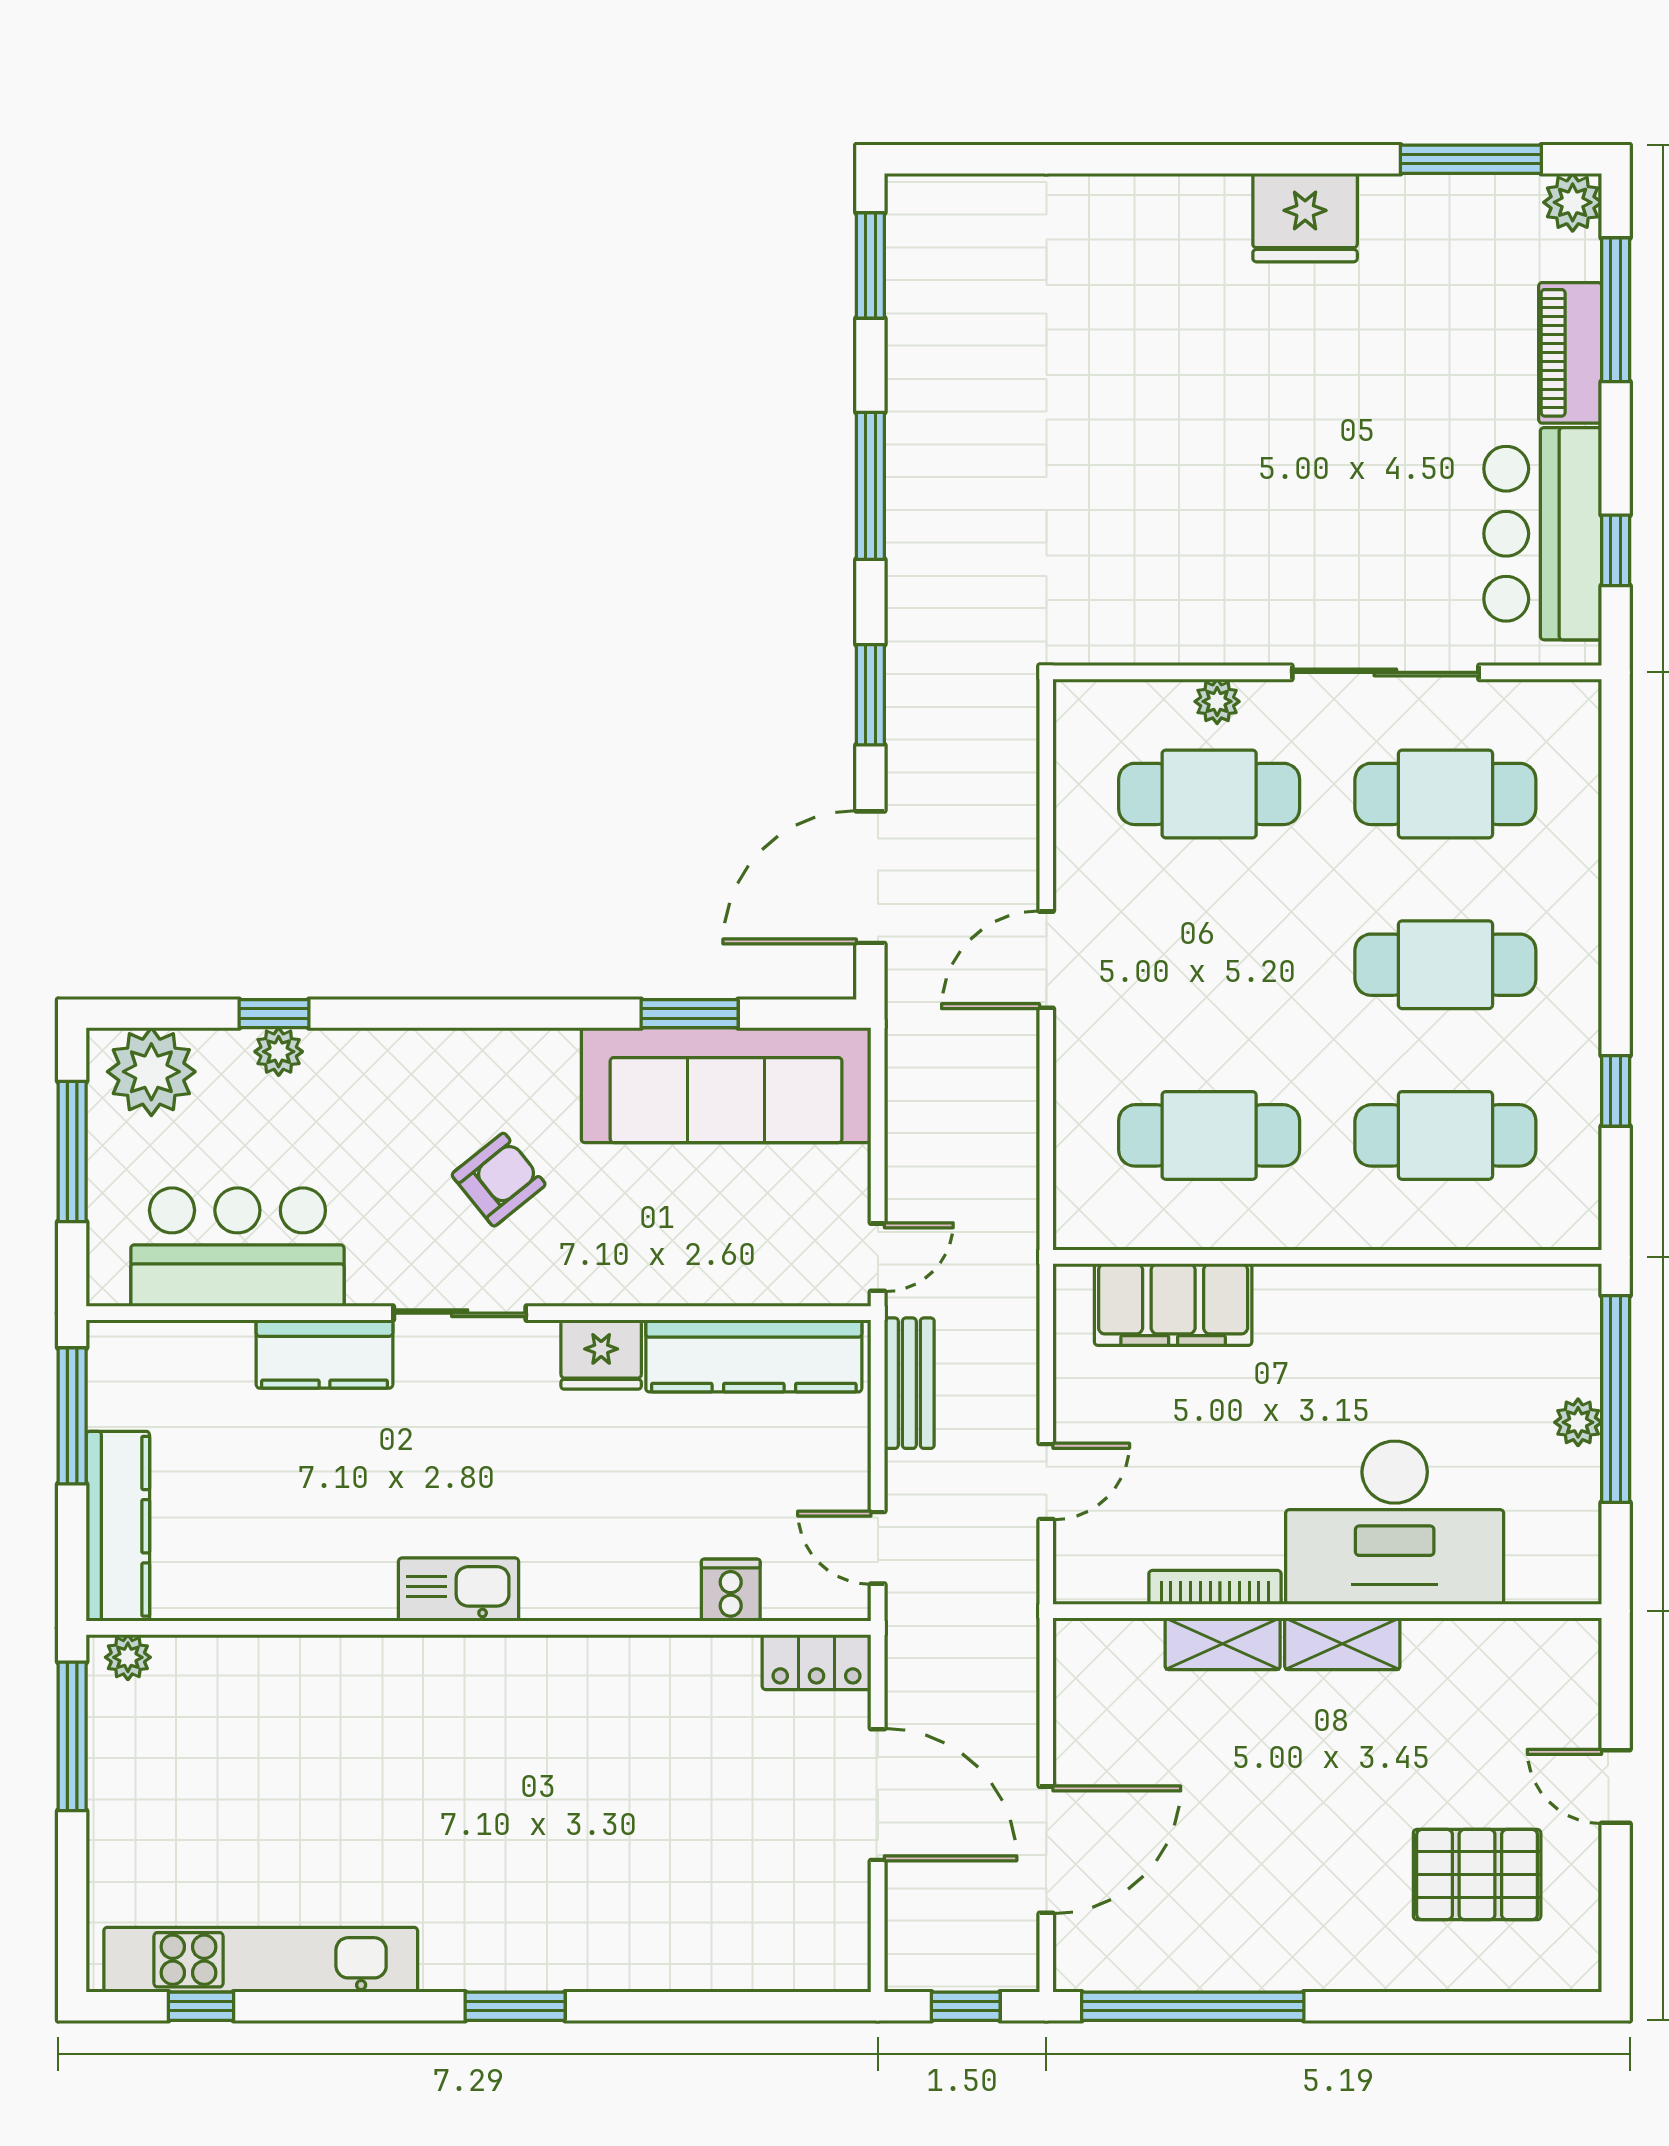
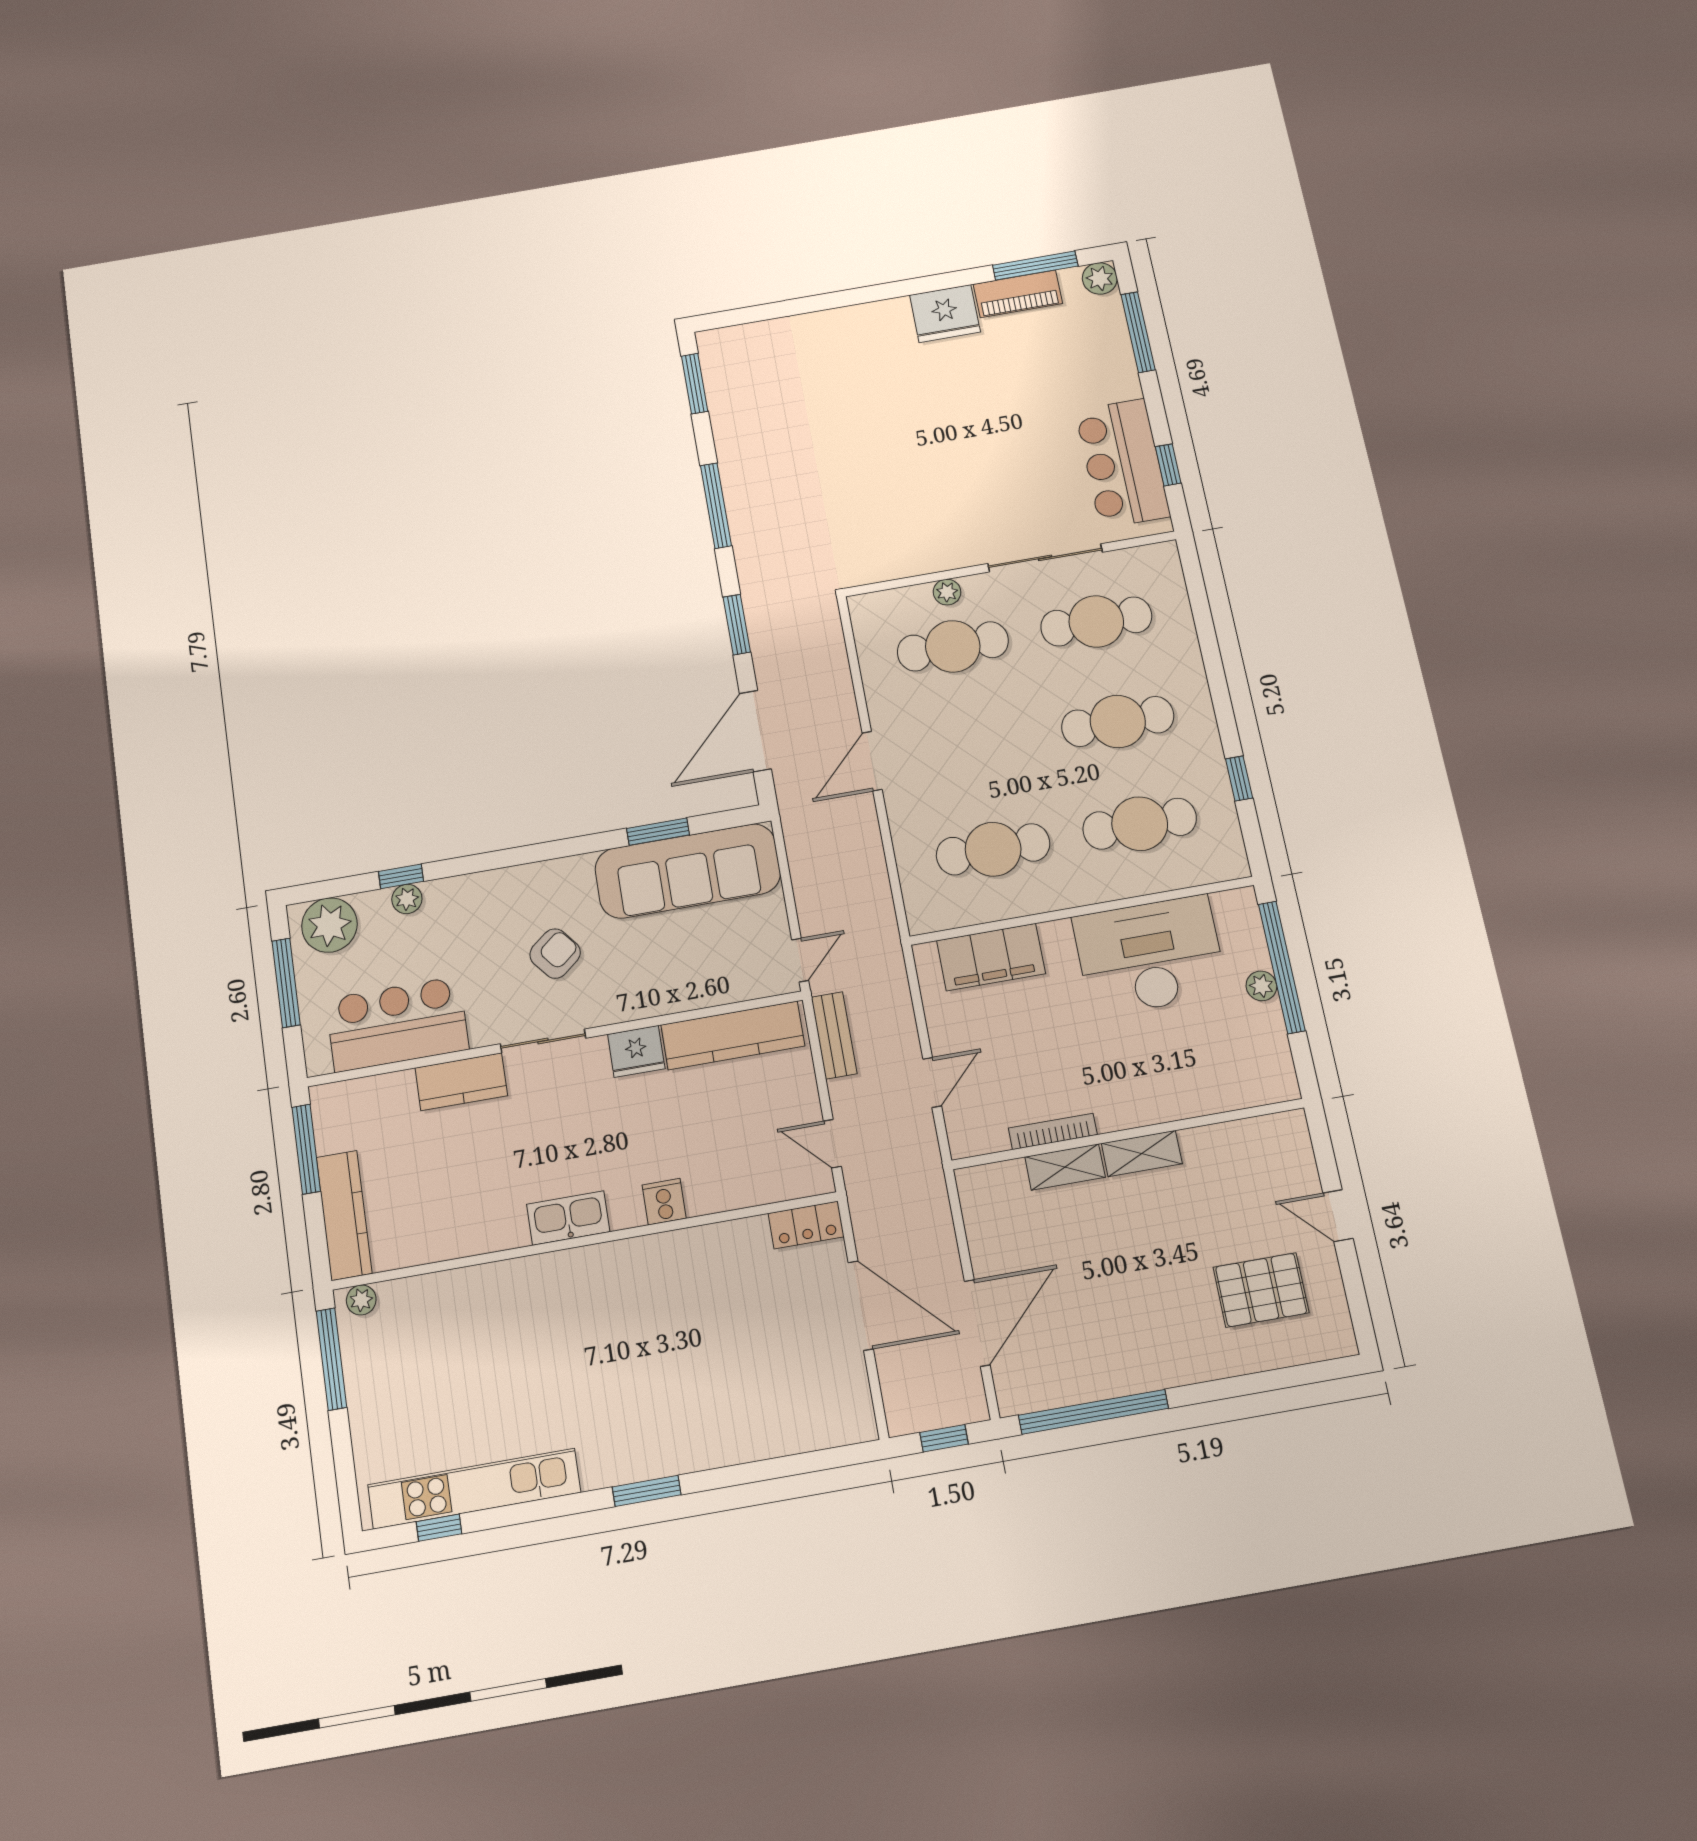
piano: (1570, 353) -> (1018, 294), moved, turned -90
desk: (1395, 1523) -> (1150, 956), moved, turned 180
cooker: (731, 1590) -> (664, 1202), moved

